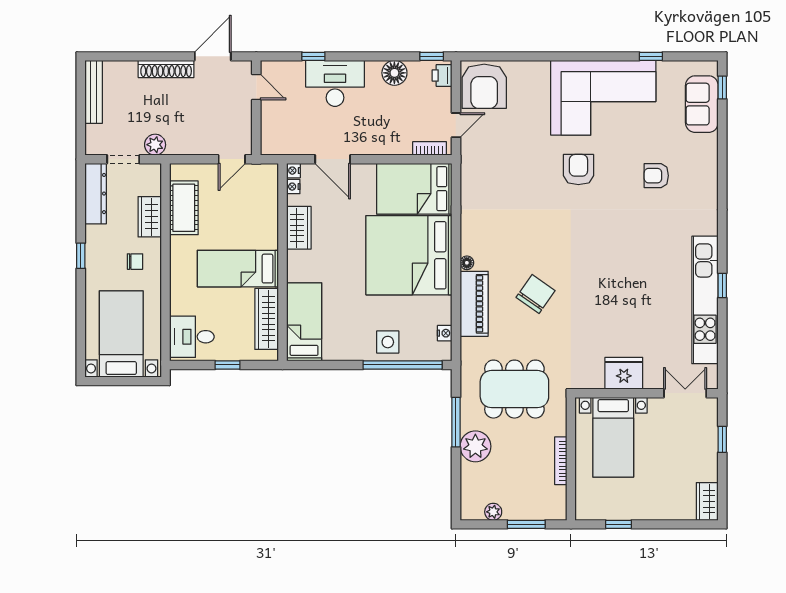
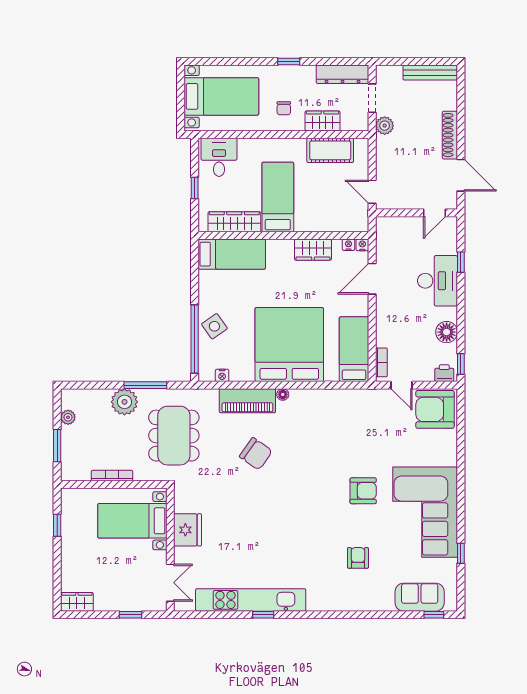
bed: (414, 189) -> (354, 349), width x0.67
side table: (388, 342) -> (214, 326), turned -35

